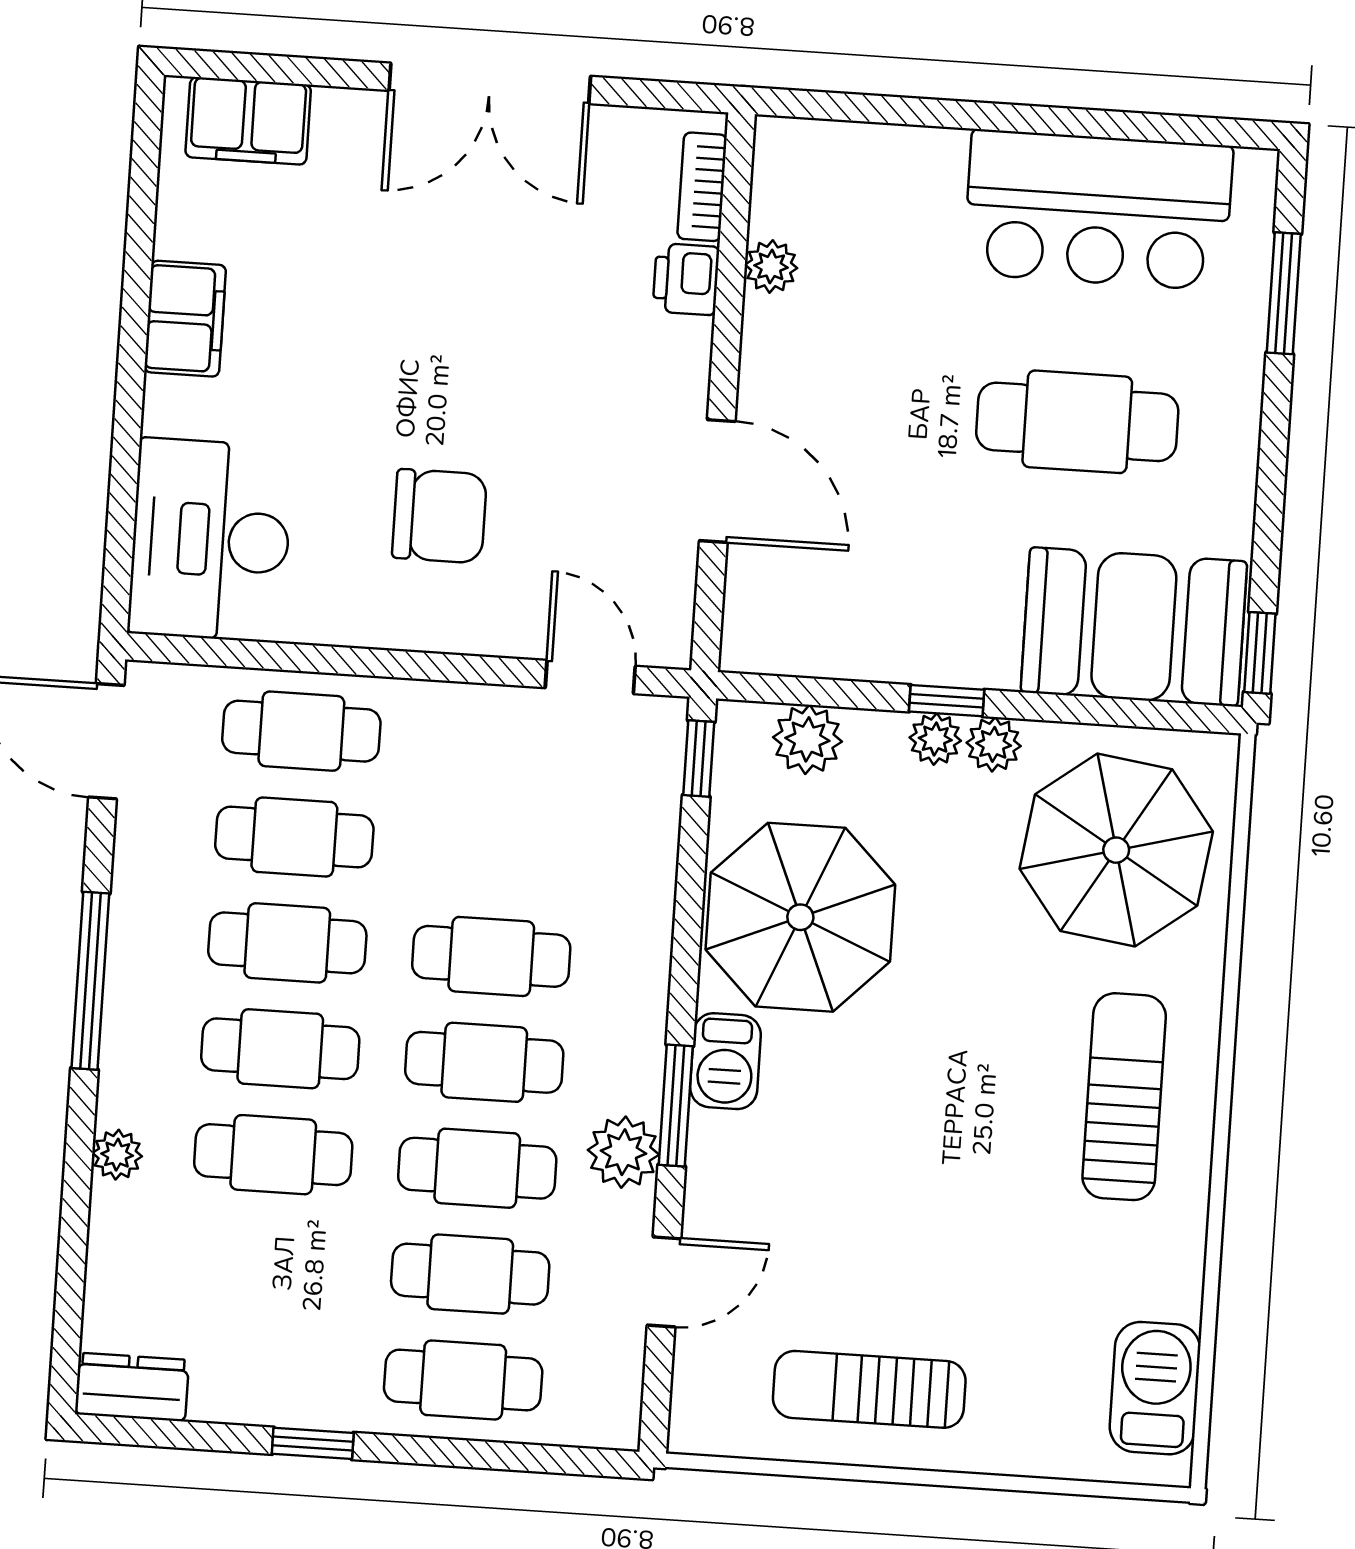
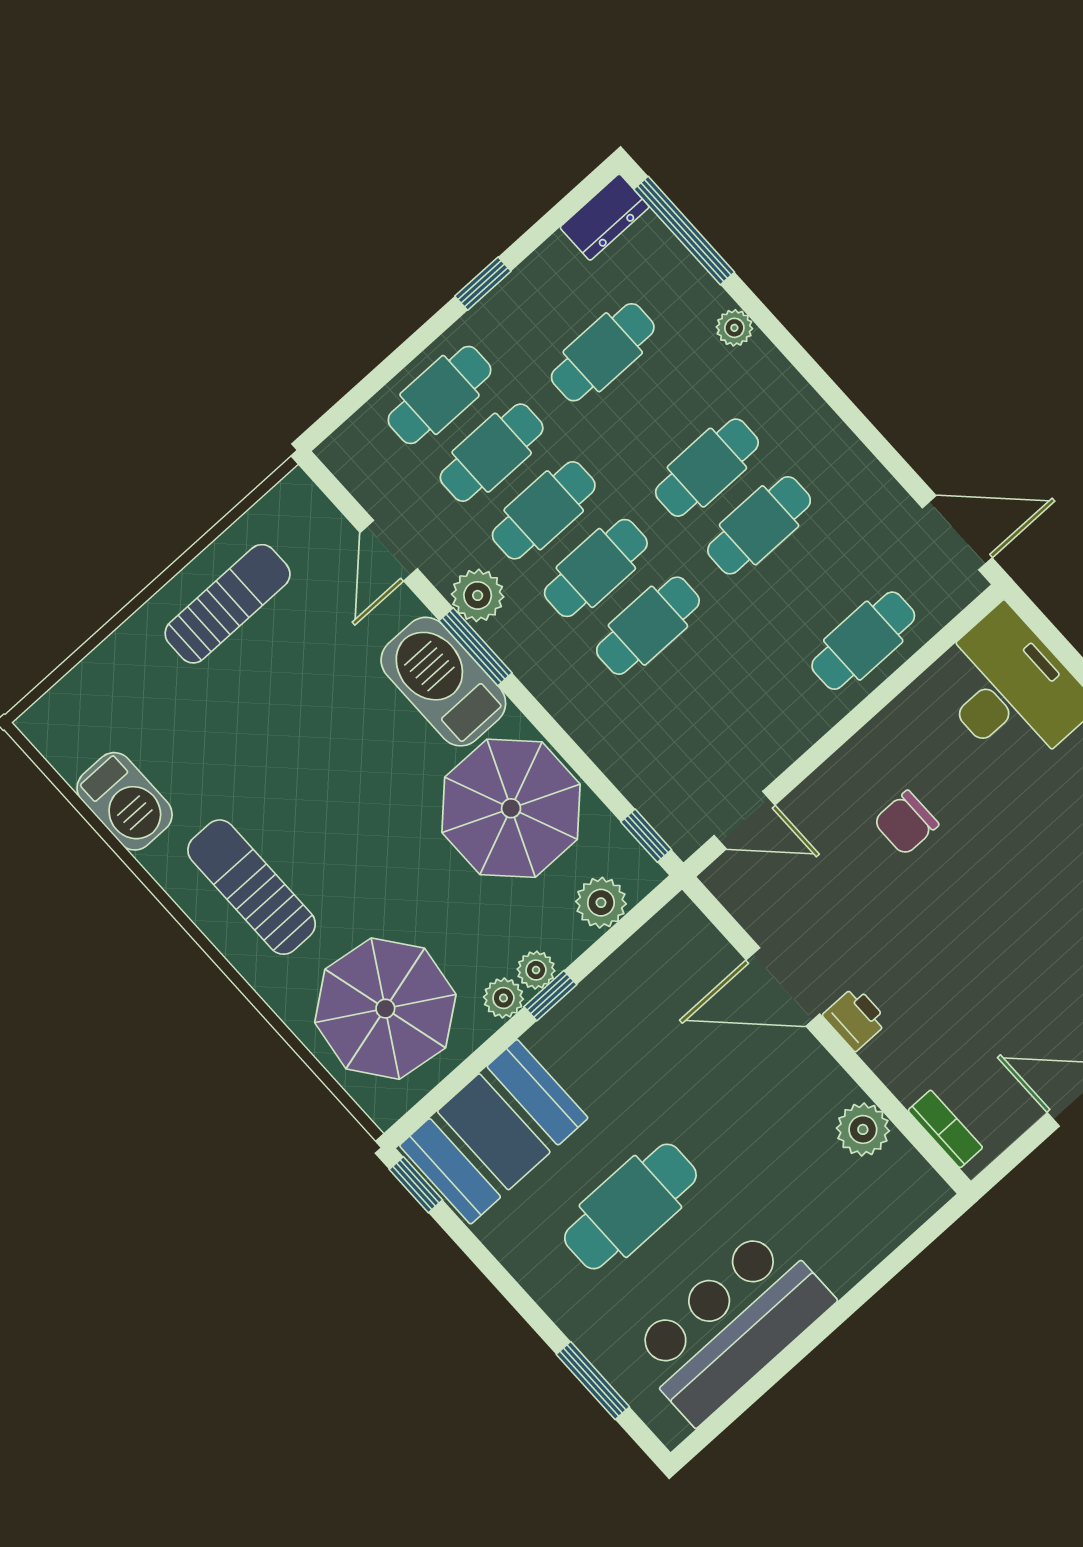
plant: (771, 266) -> (863, 1129), width x1.38, depth x1.38
printer: (686, 279) -> (855, 1018), moved
chair: (439, 516) -> (906, 823), width x0.73, depth x0.73
cafe table: (294, 837) -> (811, 583), removed
window: (90, 981) -> (684, 231), moved
barbecue: (725, 1061) -> (443, 682), width x1.88, depth x1.53
sun lounger: (1124, 1097) -> (252, 887), turned 180
cafe table: (273, 1155) -> (603, 352), moved
barbecue: (1155, 1388) -> (125, 801), moved

